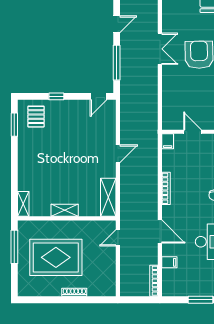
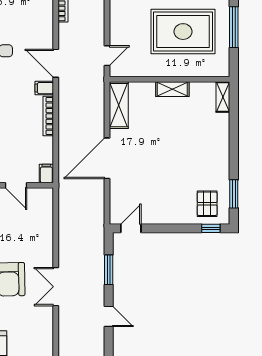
door: (117, 24) -> (109, 316), swing flipped
window: (117, 63) -> (109, 270), width x0.69
window: (56, 96) -> (211, 228), moved
door: (118, 154) -> (107, 158), width x1.88
window: (14, 247) -> (234, 27), moved
filing cabinet: (169, 262) -> (44, 88), moved

